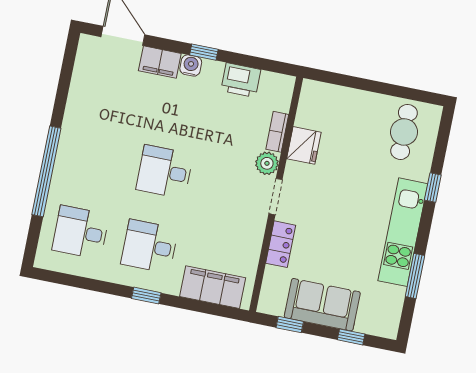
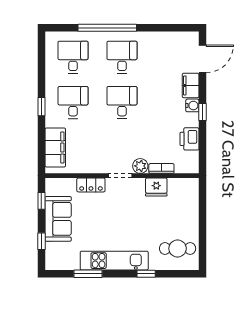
desk: (96, 158) -> (122, 57), added

